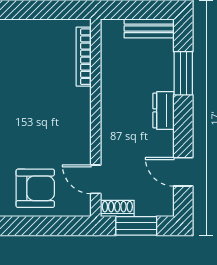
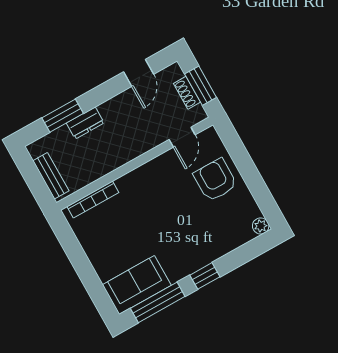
bench: (149, 28) -> (51, 176), moved
dresser: (163, 110) -> (85, 123), moved
shoe rack: (117, 209) -> (187, 93), moved

